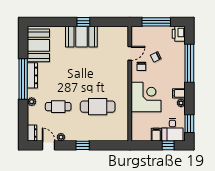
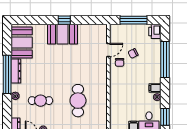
corner desk: (146, 97) -> (124, 92), removed
cafe table: (98, 107) -> (78, 101), turned 90

